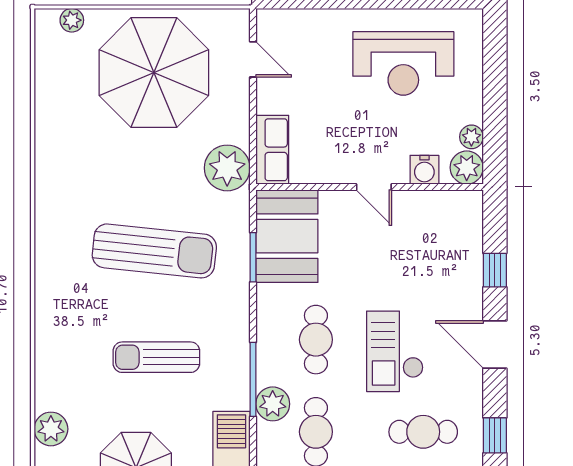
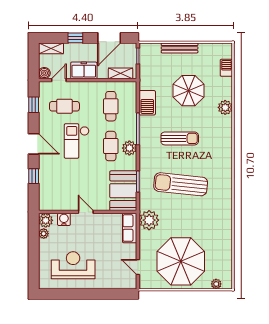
checkout: (395, 351) -> (77, 141), turned 180
plant: (273, 404) -> (129, 148), moved

